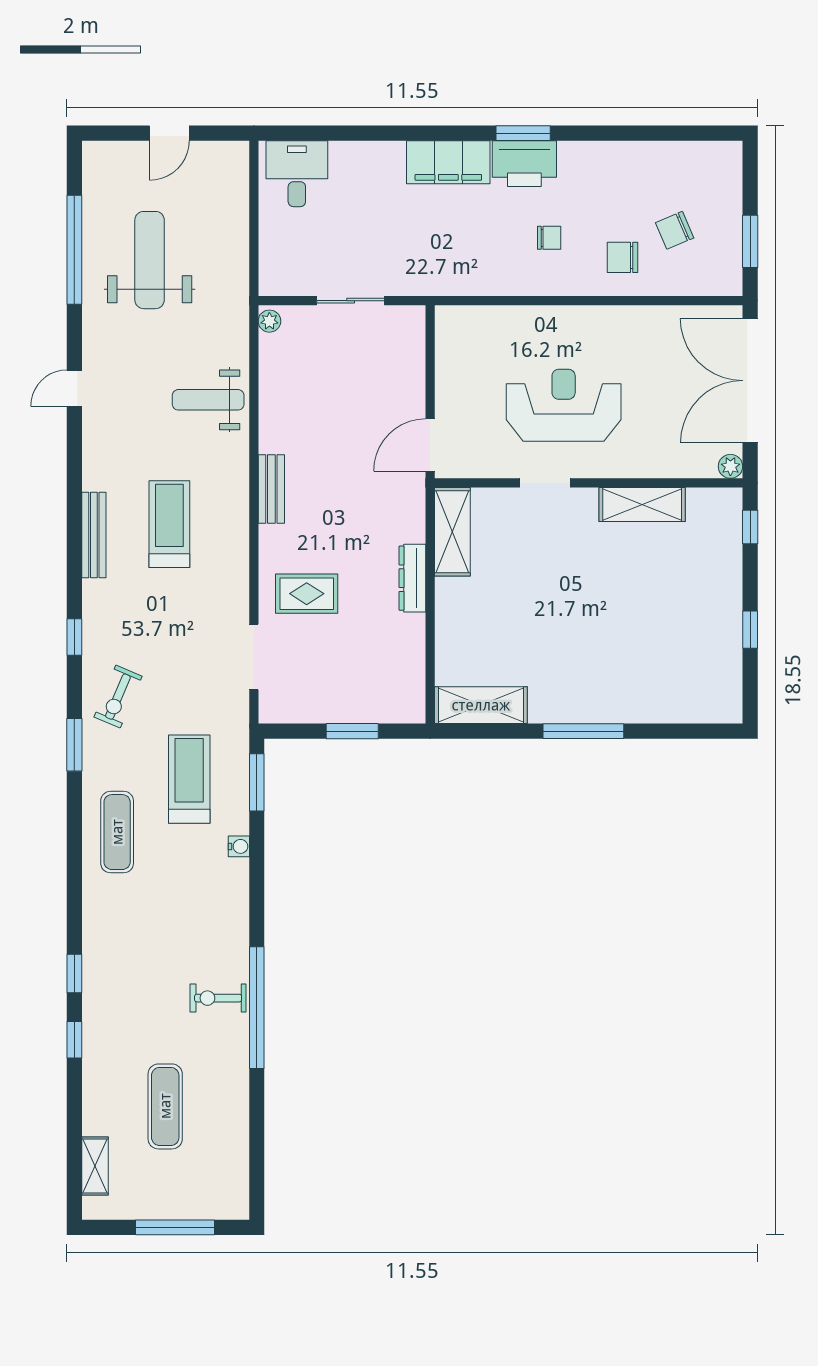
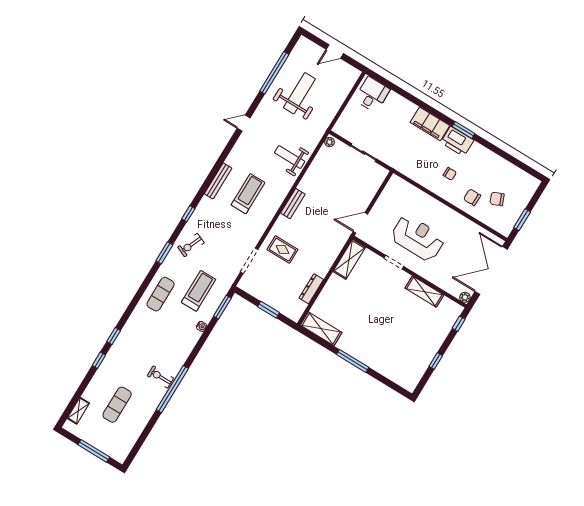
dresser: (412, 578) -> (311, 289), moved

